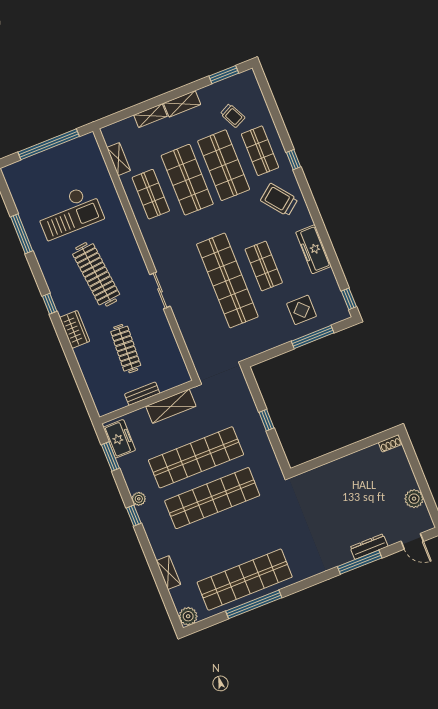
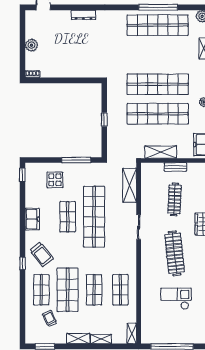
shelving: (119, 159) -> (132, 333), moved
window: (294, 160) -> (22, 263), moved
shop shelf: (187, 180) -> (94, 290), width x0.70, depth x0.74
checkout: (69, 212) -> (176, 299), width x0.73, depth x0.83
freezer: (314, 249) -> (32, 219), width x0.71
window: (313, 337) -> (76, 160), moved
shelving: (196, 343) -> (130, 185), added
plant: (414, 499) -> (31, 45), moved
dresser: (369, 547) -> (83, 15), moved
window: (360, 562) -> (81, 7), removed

